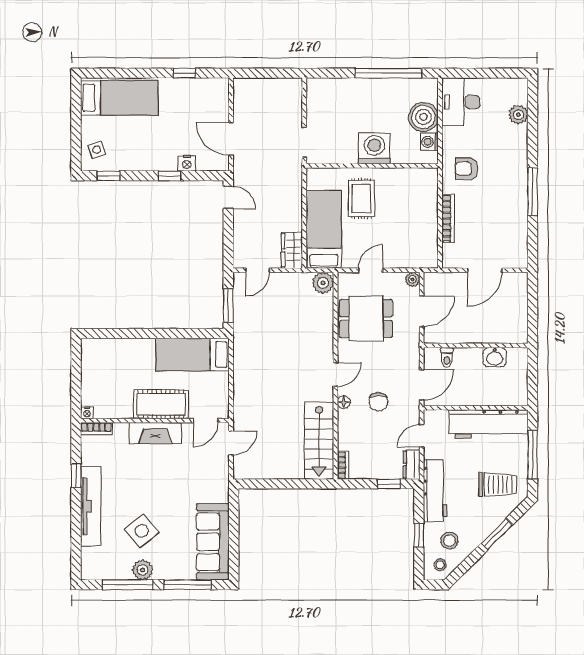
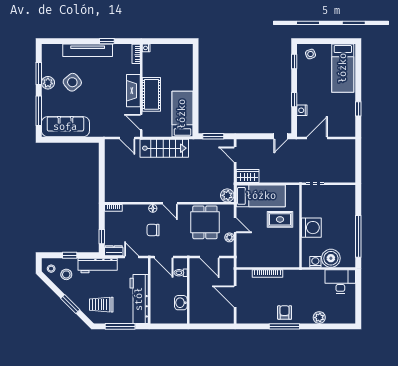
plant: (518, 115) -> (319, 318), moved
armchair: (466, 169) -> (285, 313), moved
plant: (412, 279) -> (229, 237), moved
stairs: (319, 441) -> (164, 148), moved, turned 180
trolley: (498, 485) -> (101, 305), turned 90
window: (128, 585) -> (39, 73), width x0.69

